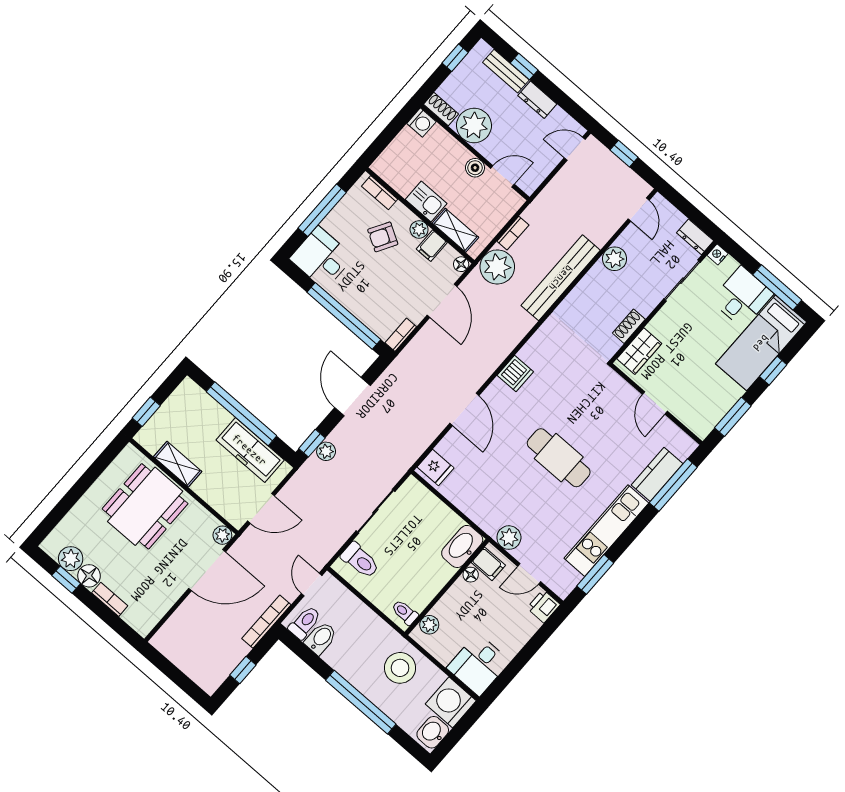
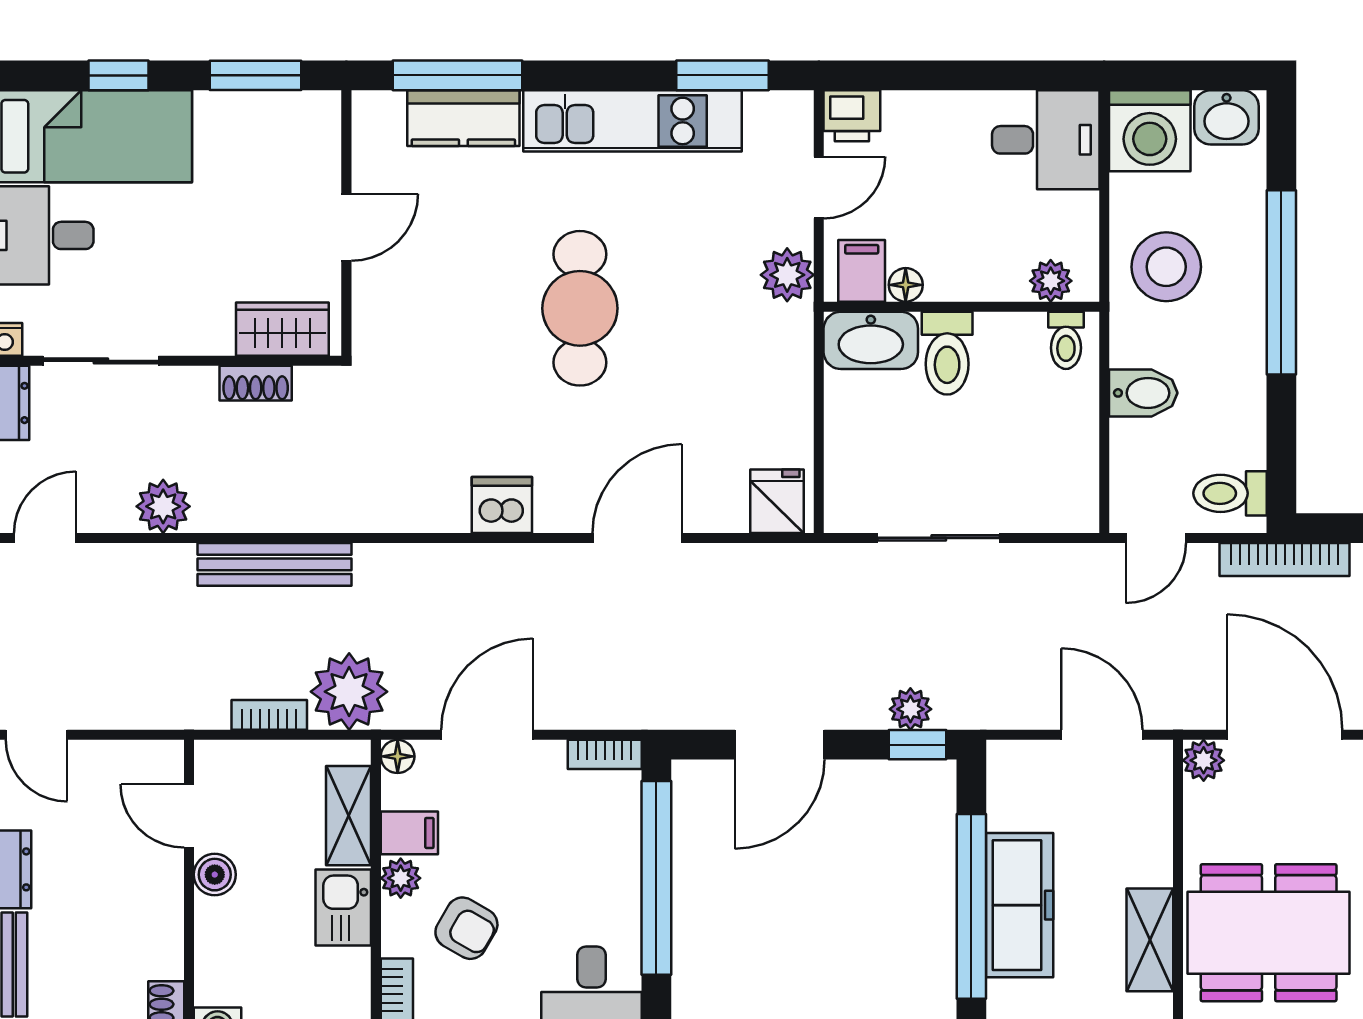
plant: (474, 125) -> (145, 938), removed
bench: (561, 278) -> (274, 564), width x0.73, depth x0.82
freezer: (250, 450) -> (1020, 905), moved
toilet: (360, 560) -> (947, 353), moved, turned 180
door: (529, 574) -> (819, 187), hinge flipped
bidet: (321, 638) -> (1143, 393), moved, turned 180

